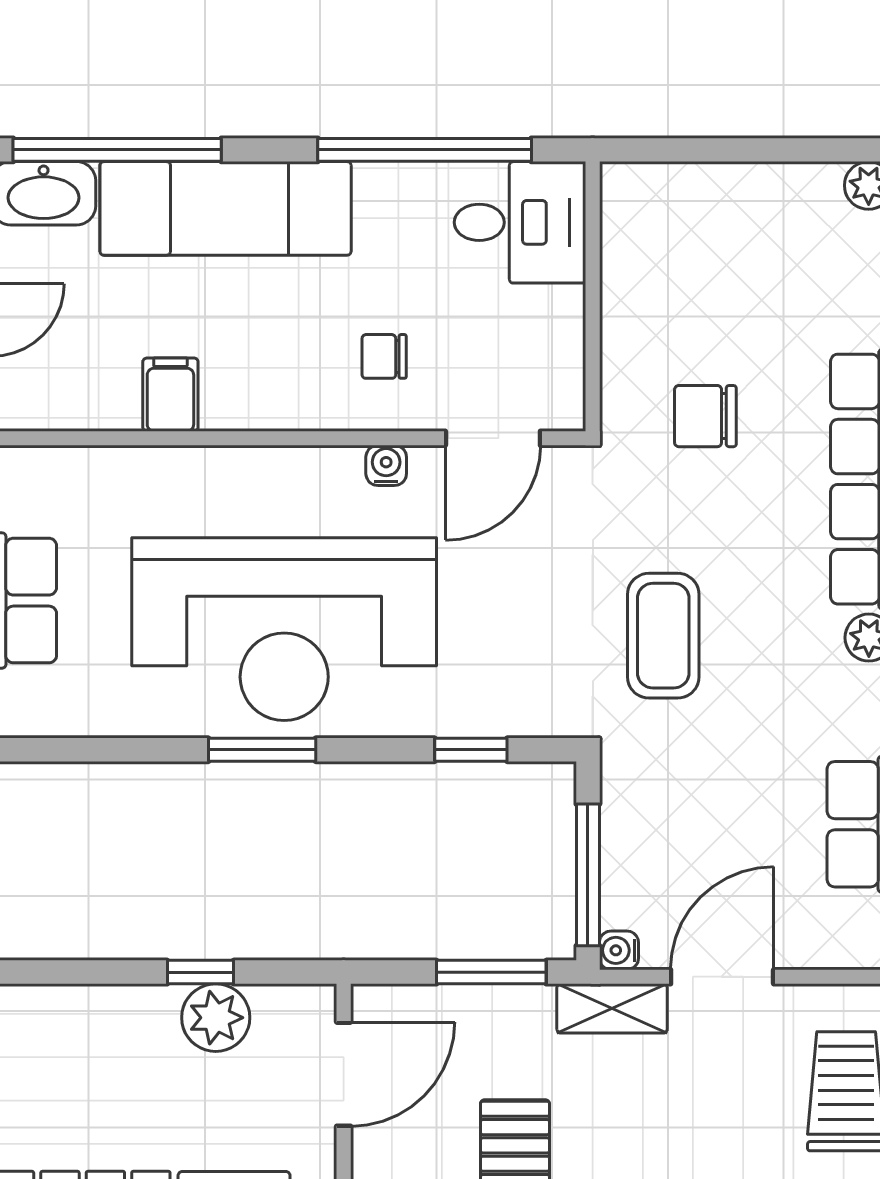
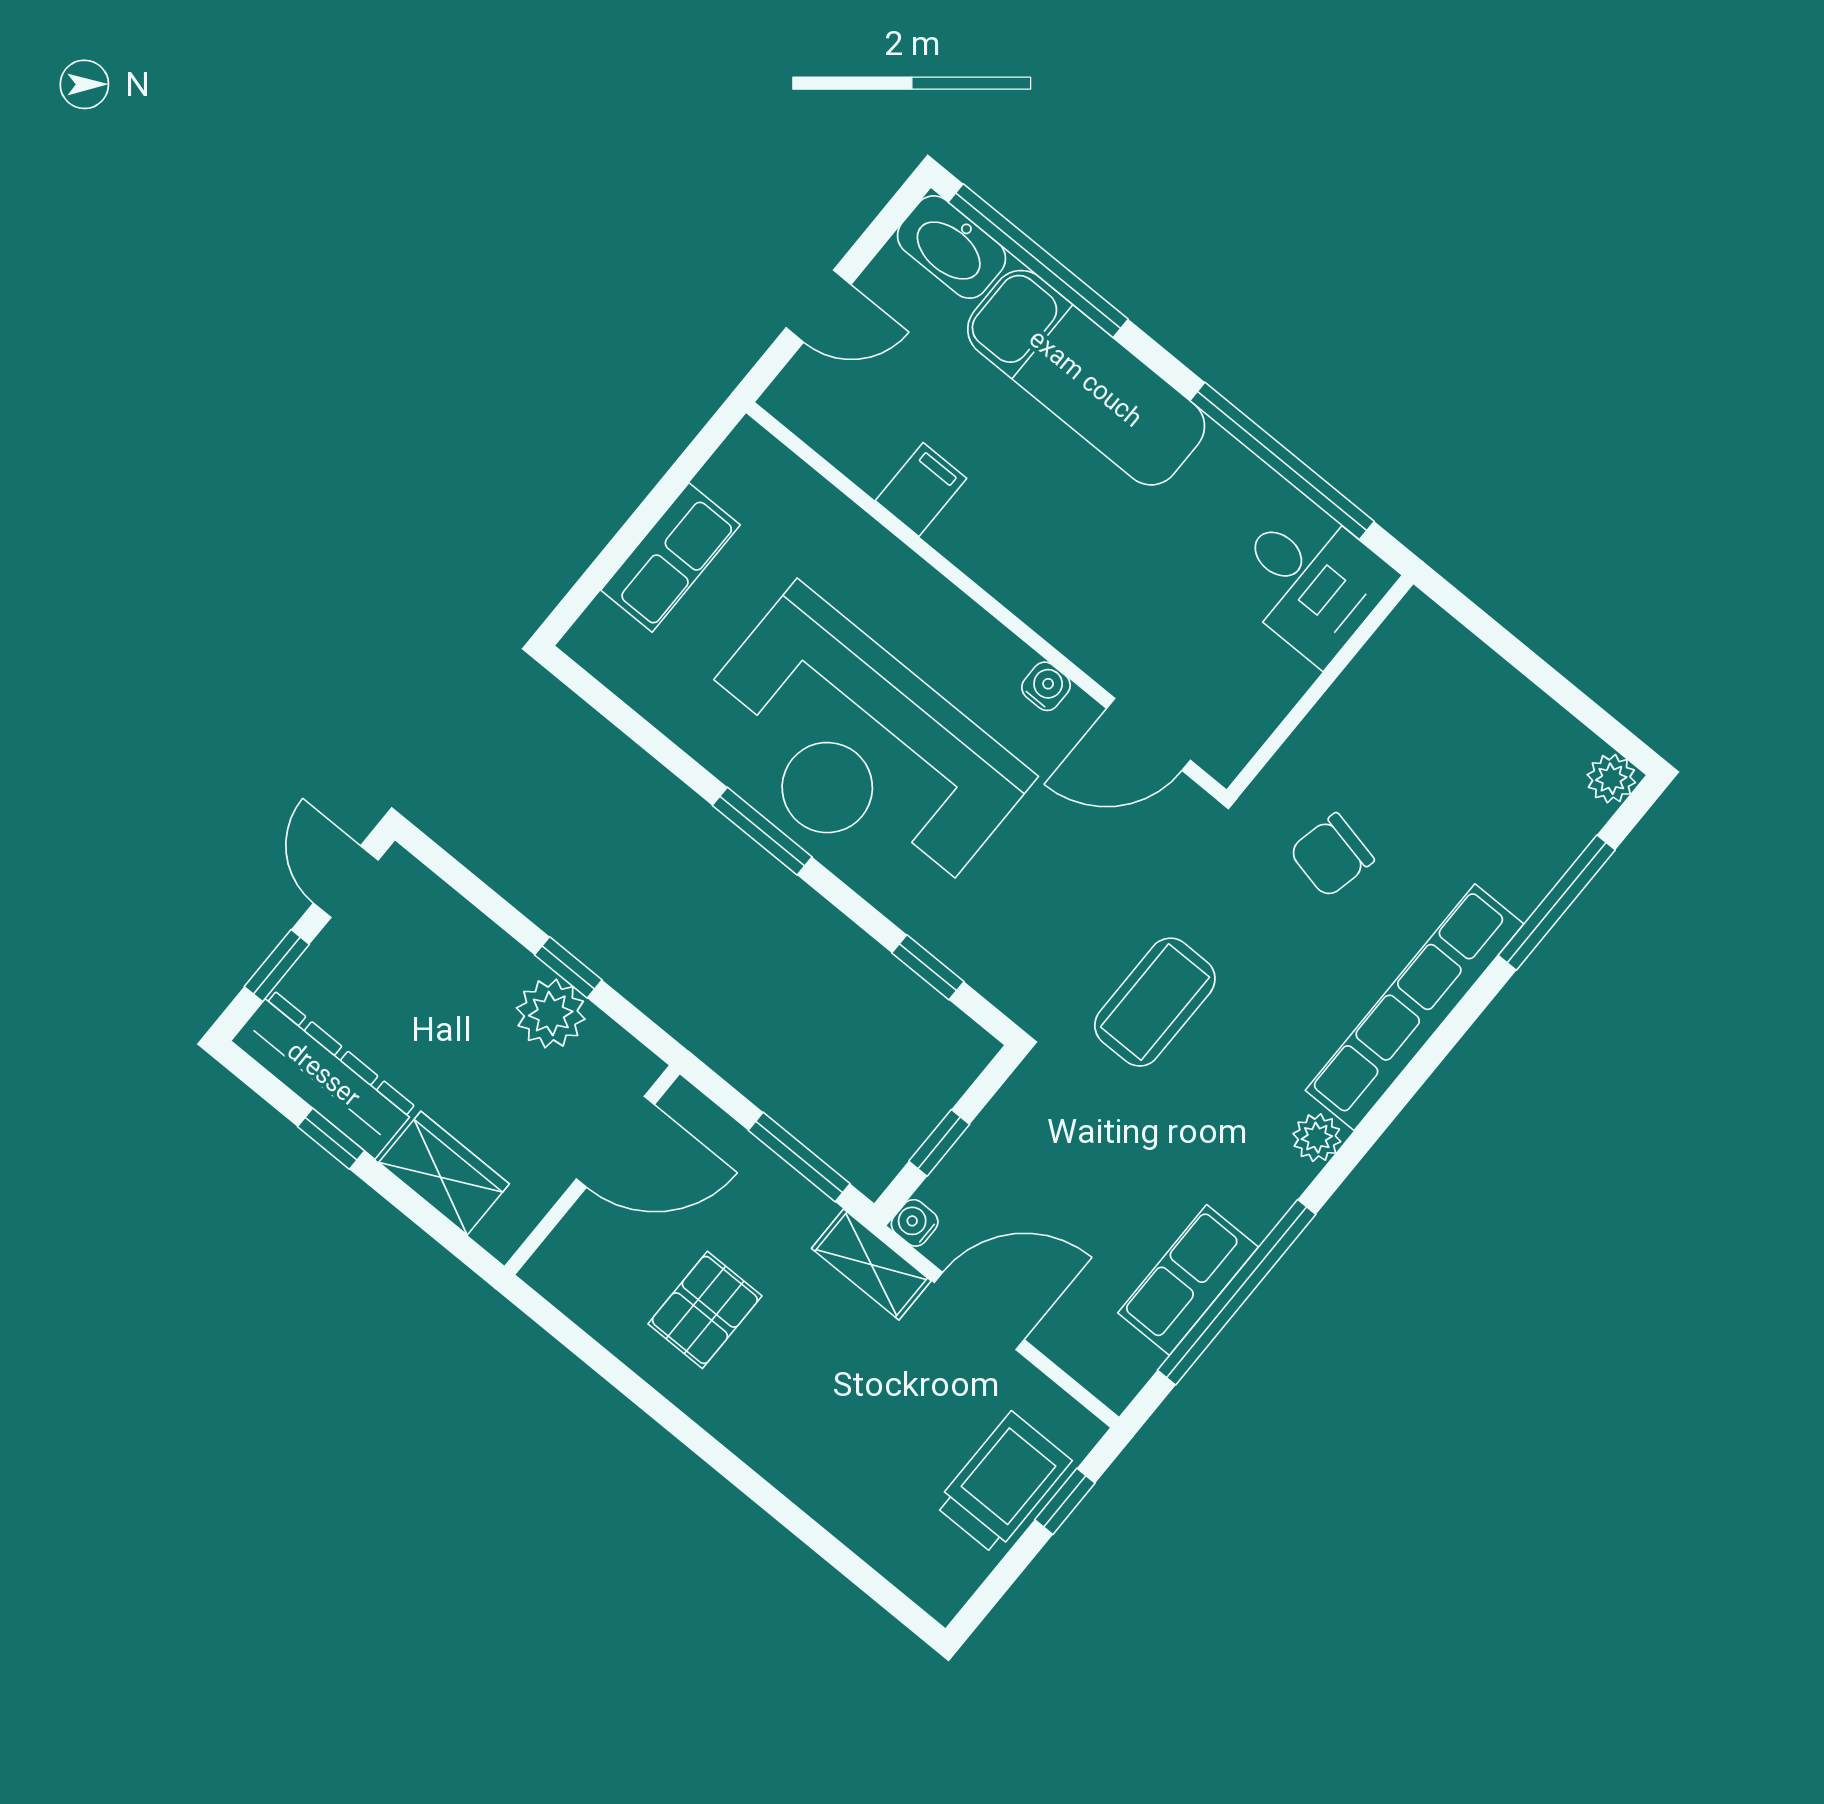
chair: (384, 356) -> (1115, 599), removed
chair: (705, 416) -> (1332, 855), turned -78
window: (588, 875) -> (939, 1143), width x0.46

